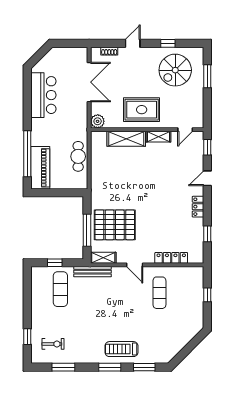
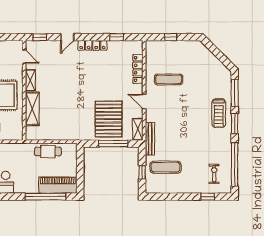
plant: (98, 121) -> (17, 134), removed
door: (207, 178) -> (67, 37), hinge flipped
locker: (198, 207) -> (92, 45), width x1.53
door: (135, 265) -> (144, 102), swing flipped
window: (63, 367) -> (235, 165), width x2.11
window: (144, 367) -> (235, 93), width x1.44

